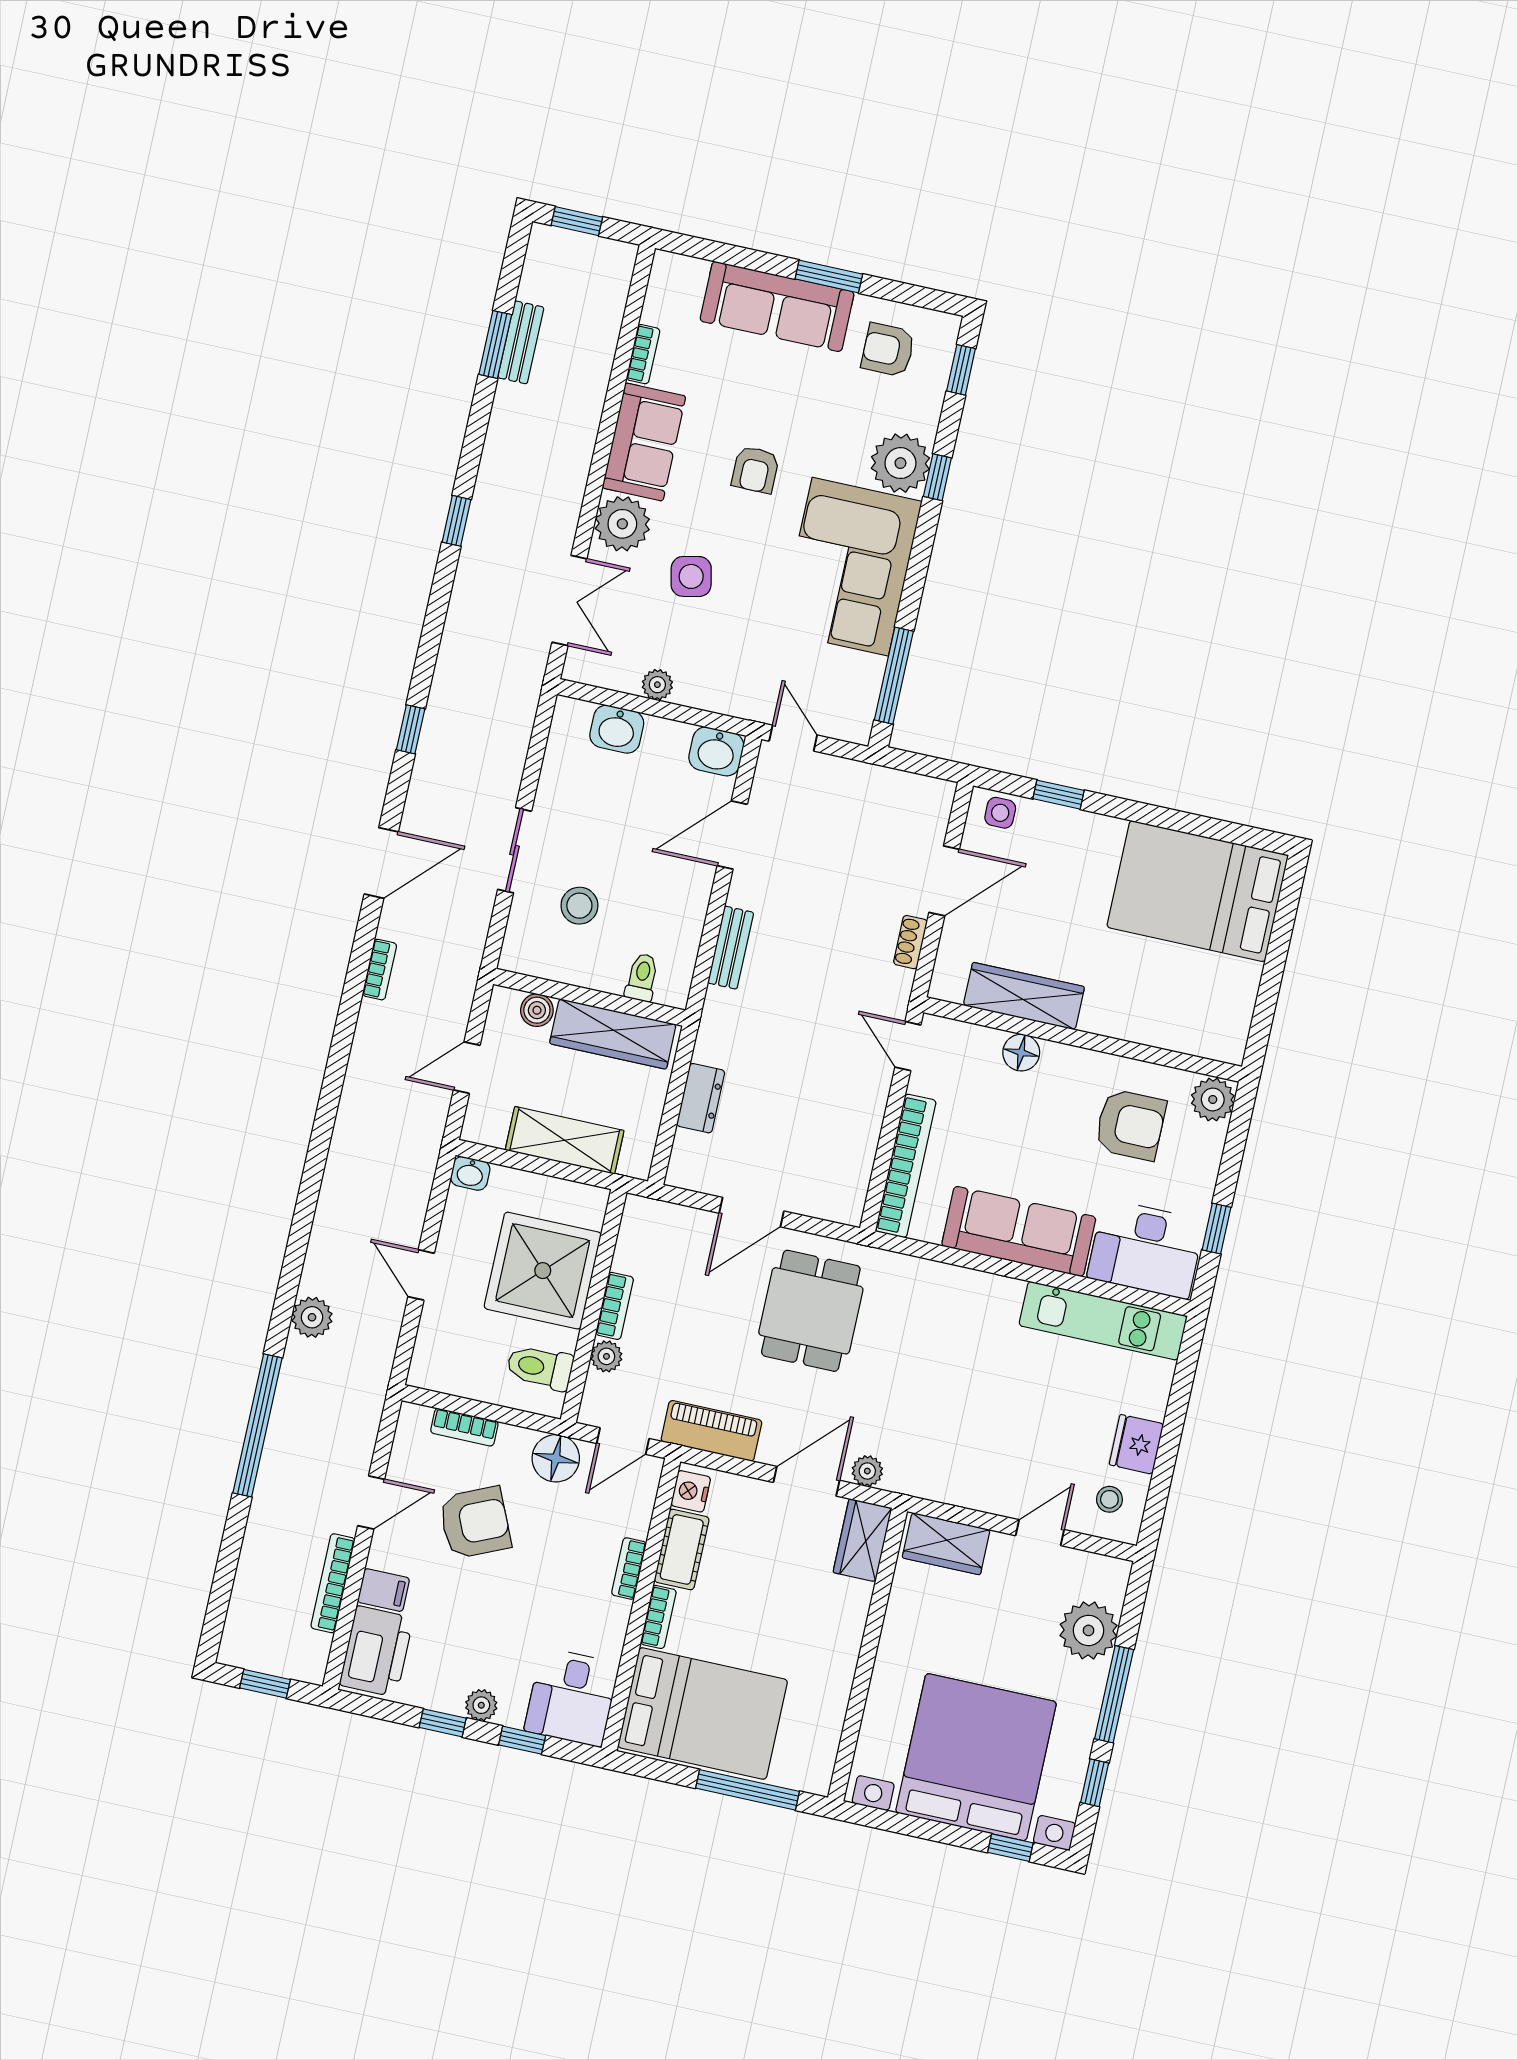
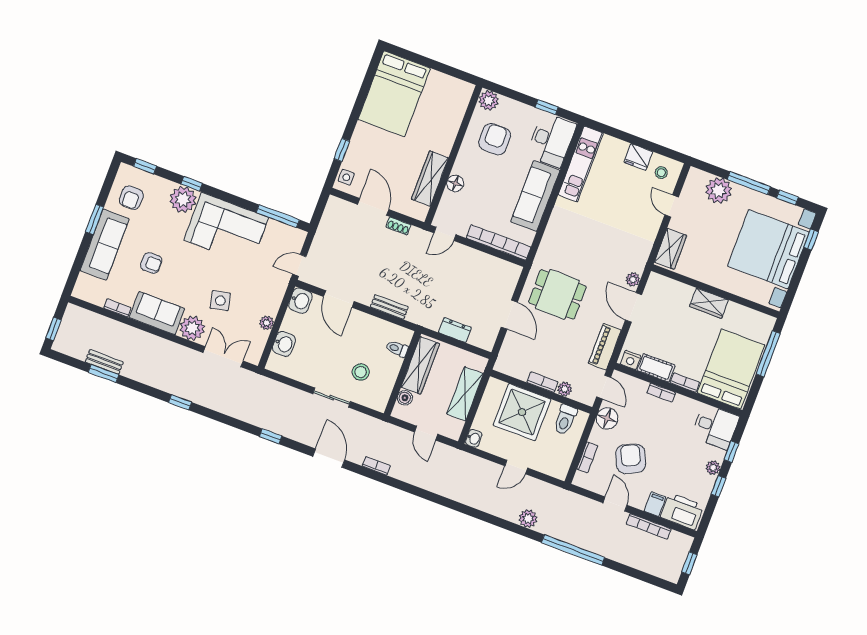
armchair: (755, 470) -> (151, 263), moved
wardrobe: (862, 1540) -> (709, 303), moved

